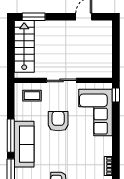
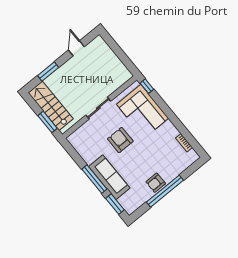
window: (34, 17) -> (48, 71), moved
window: (11, 58) -> (47, 122), added
coffee table: (32, 96) -> (86, 137), removed

